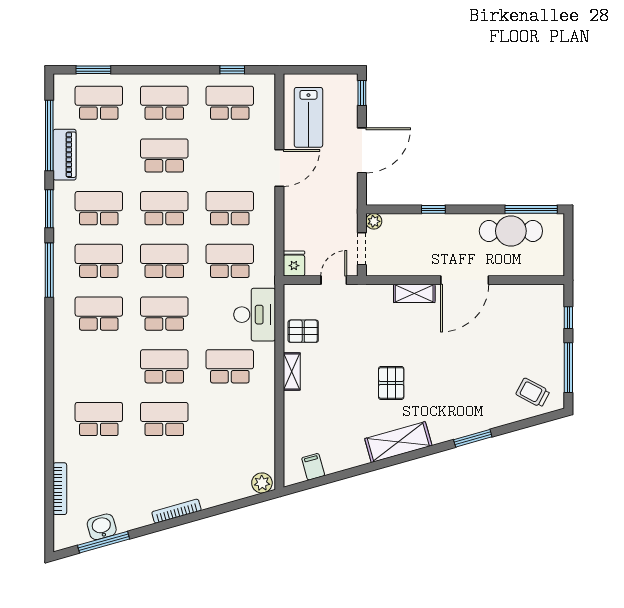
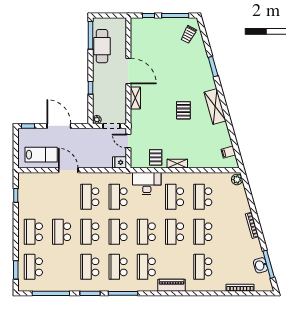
school desk: (230, 103) -> (203, 197), moved
piano: (65, 155) -> (172, 285), moved
pallet: (391, 383) -> (183, 110), turned 90

